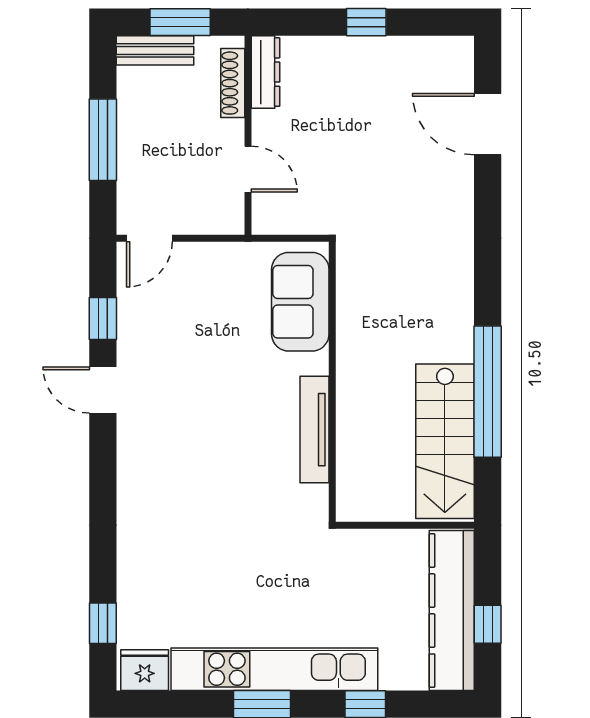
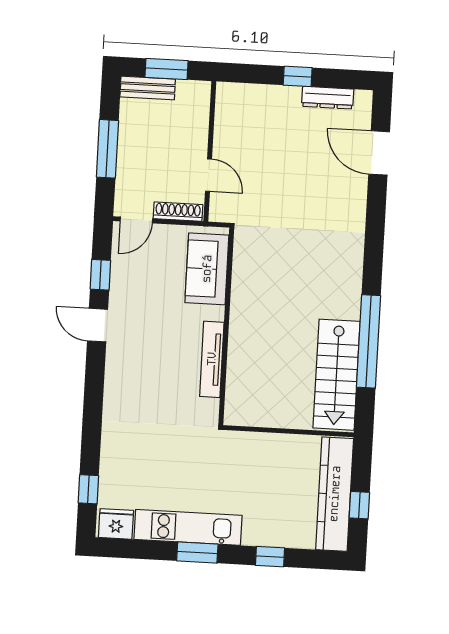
dresser: (266, 72) -> (328, 98), moved, turned 90
shoe rack: (233, 83) -> (178, 212), moved, turned 90
sofa: (300, 302) -> (207, 269), moved
wall: (332, 382) -> (226, 326), moved
tv unit: (314, 430) -> (212, 359), moved
kitchen unit: (274, 669) -> (188, 527), width x0.73

